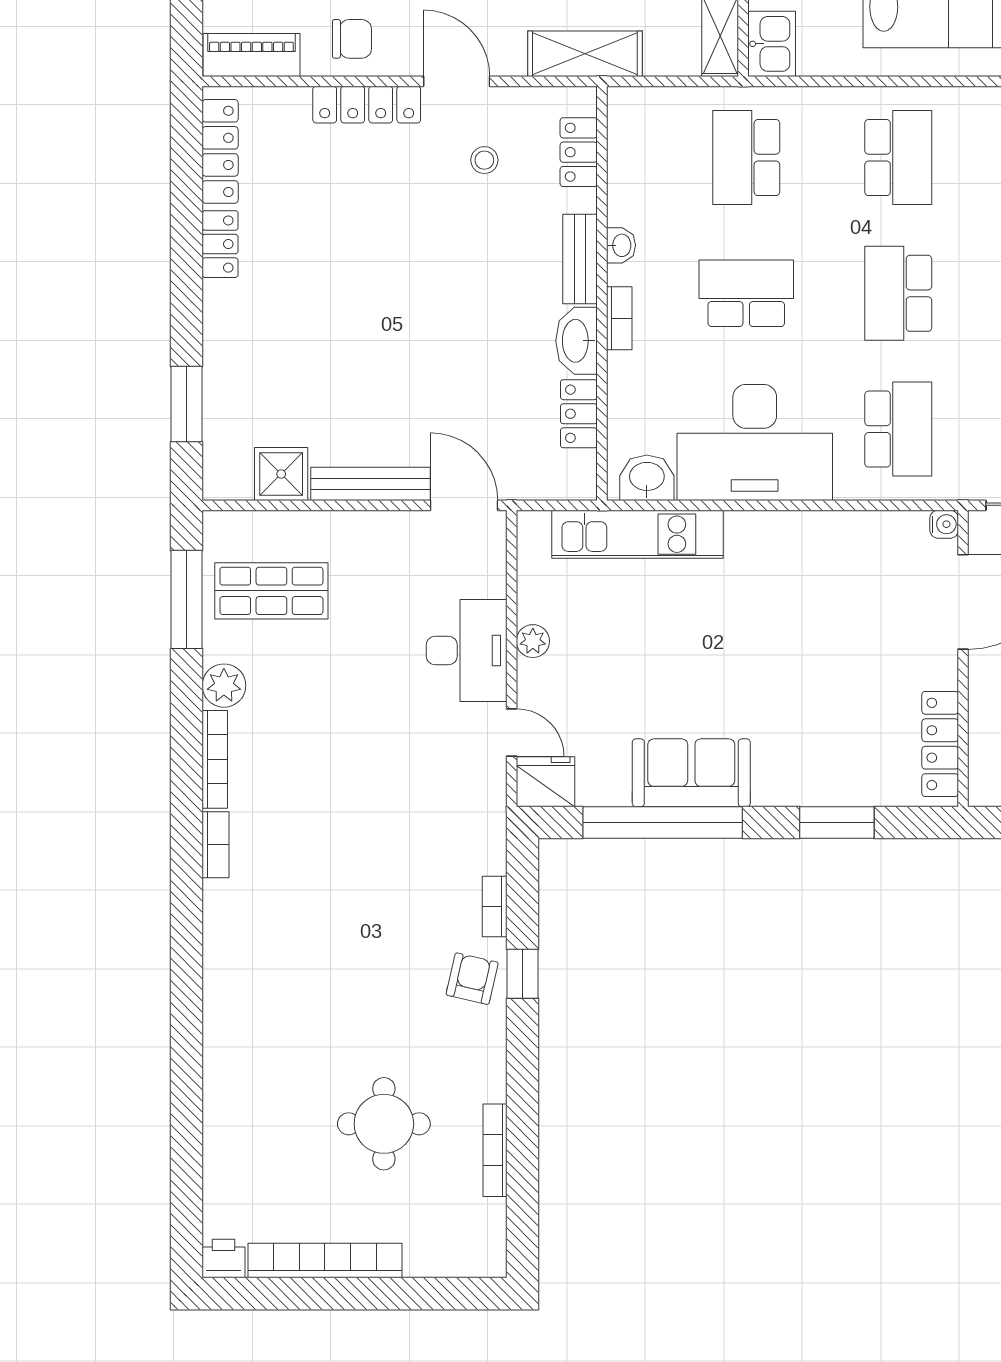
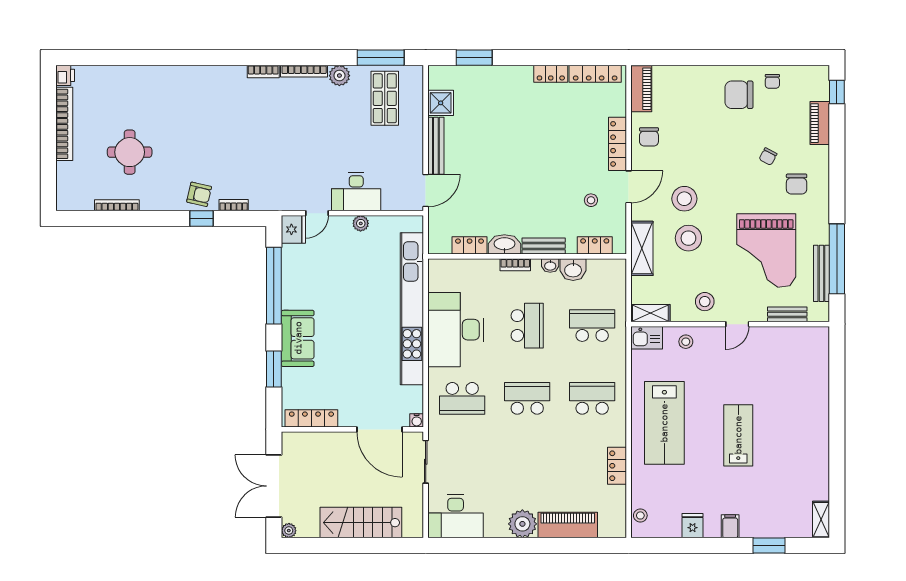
school desk: (898, 158) -> (592, 398), turned 180
washbasin: (647, 478) -> (573, 270), moved, turned 90
kitchen unit: (637, 534) -> (412, 309), width x1.86
sofa: (691, 773) -> (298, 338), moved

